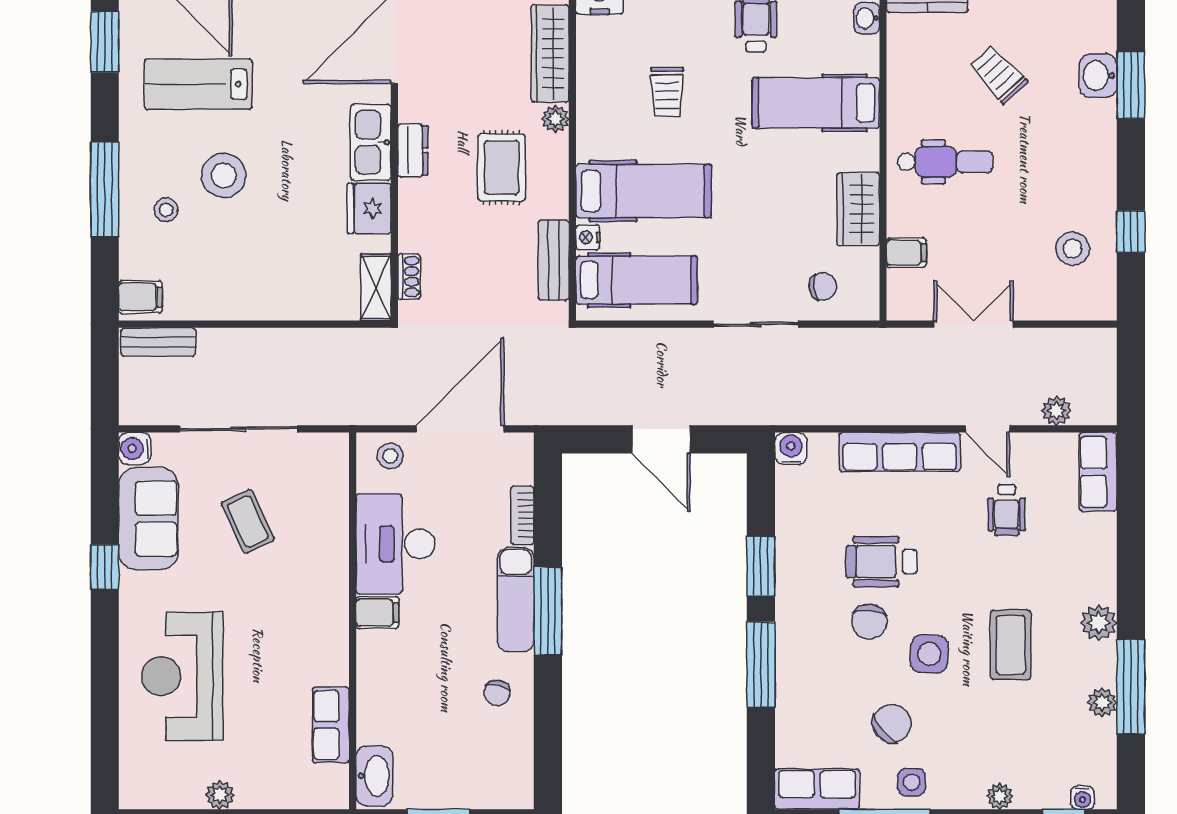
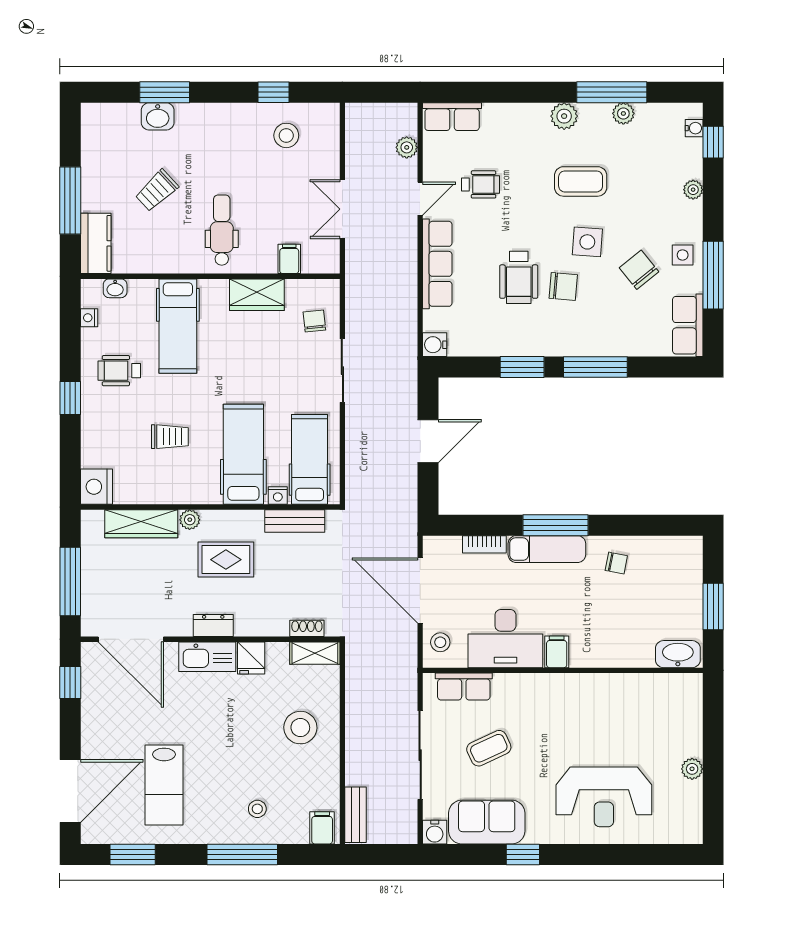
stool: (224, 175) -> (300, 728), moved
fridge: (369, 208) -> (251, 658), width x0.72
row of seats: (331, 725) -> (464, 687), moved

